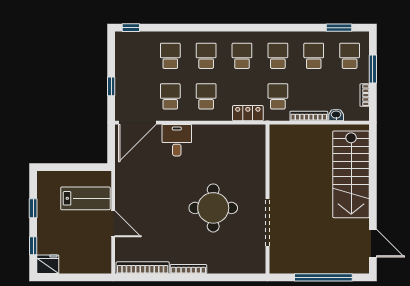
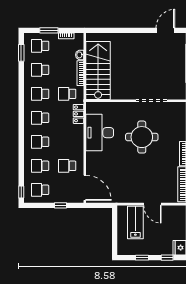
school desk: (206, 96) -> (40, 190), moved
desk: (177, 140) -> (100, 133), moved, width x1.87, depth x1.30
stairs: (351, 174) -> (98, 70), moved, turned -90
door: (113, 224) -> (152, 204), swing flipped

